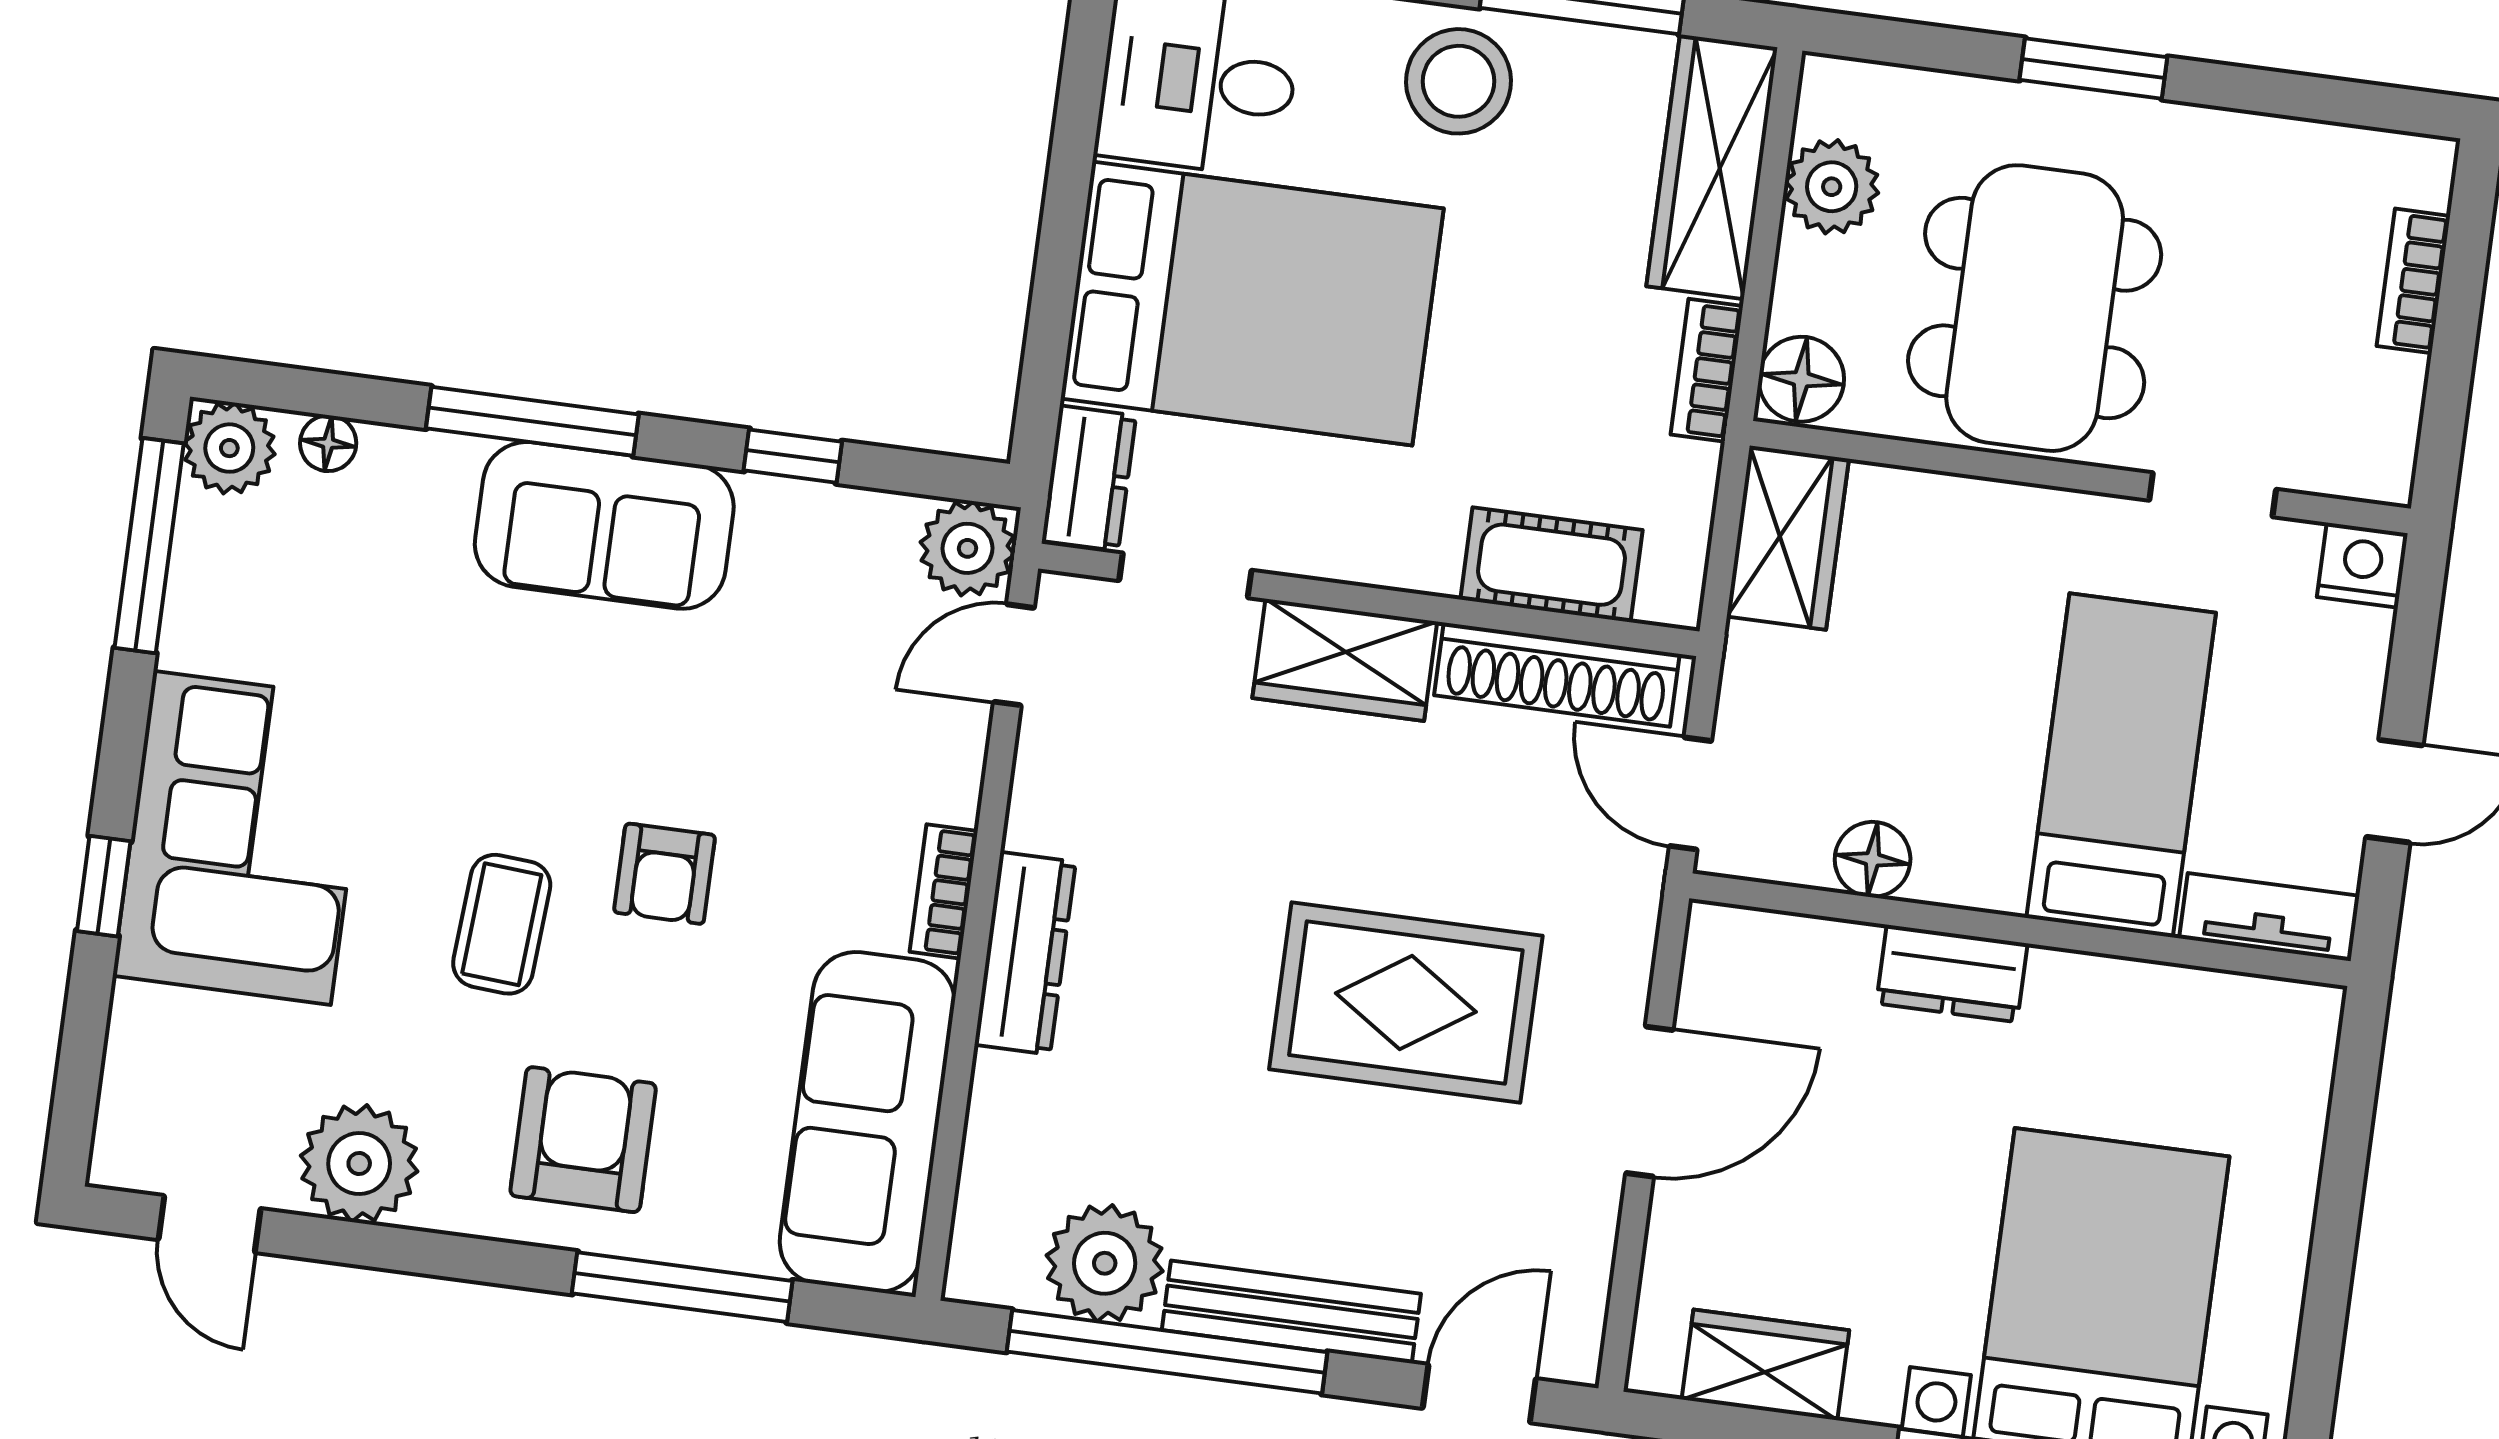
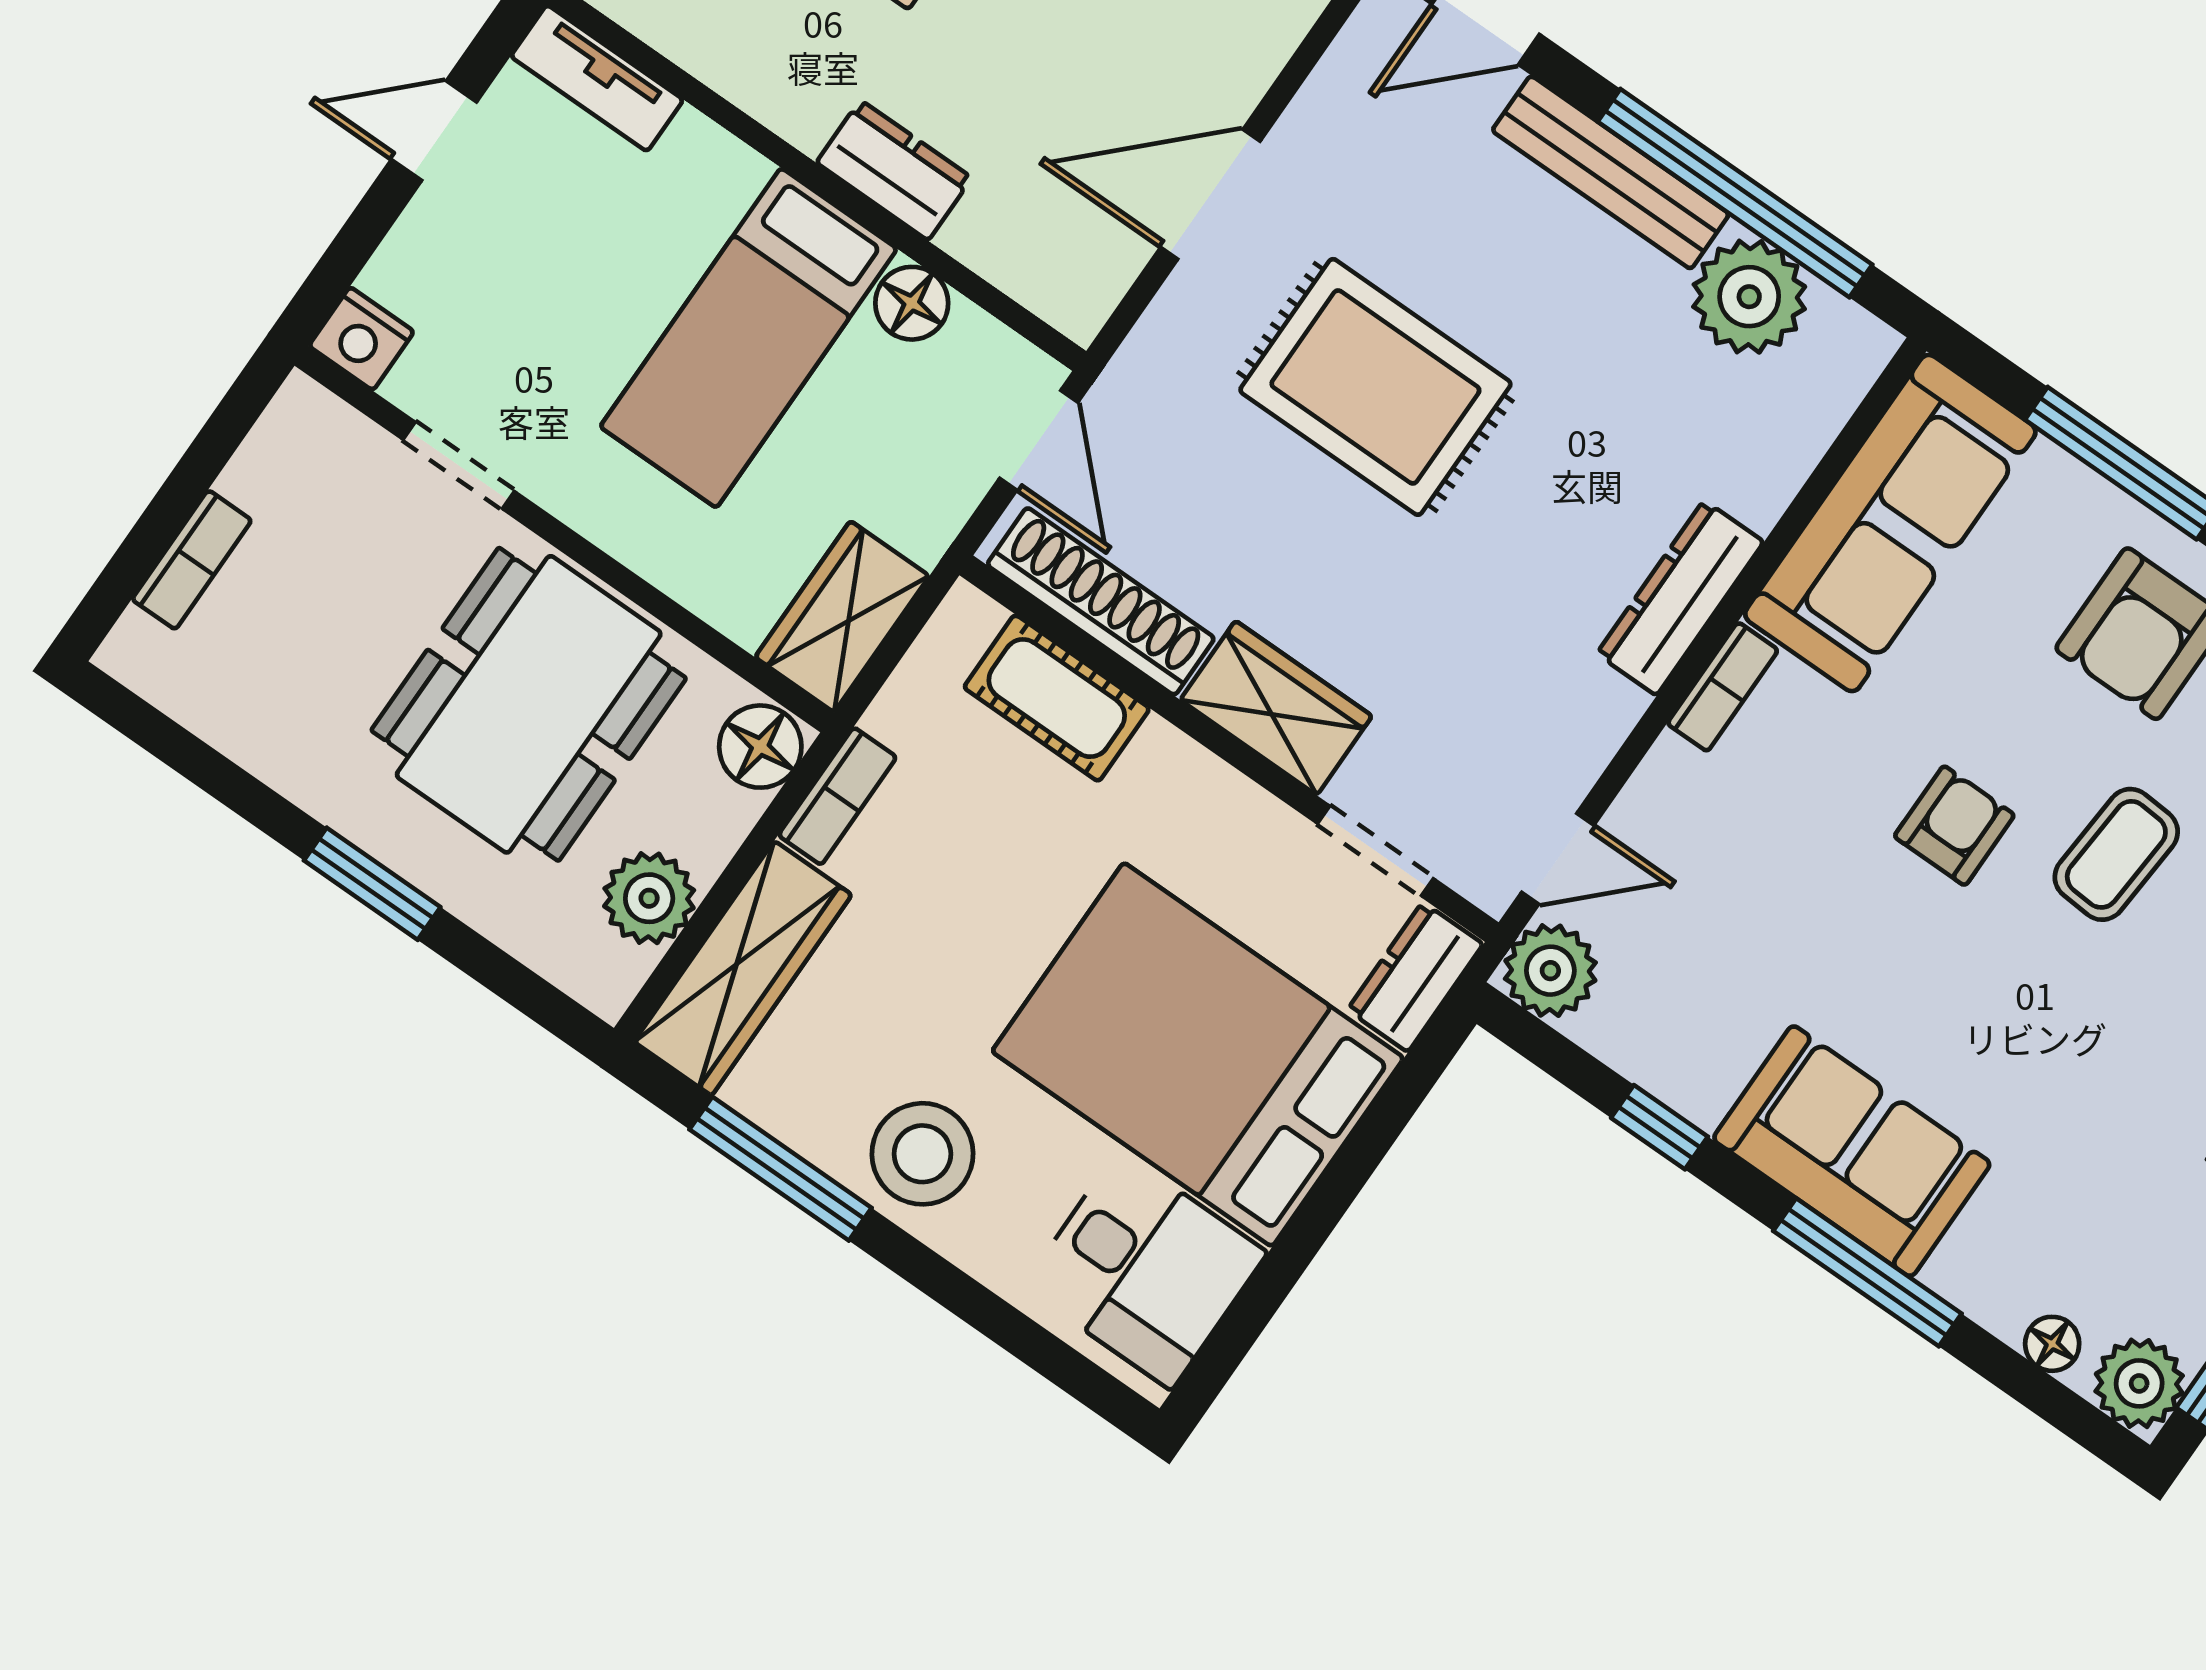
bed: (2121, 765) -> (749, 338), moved

